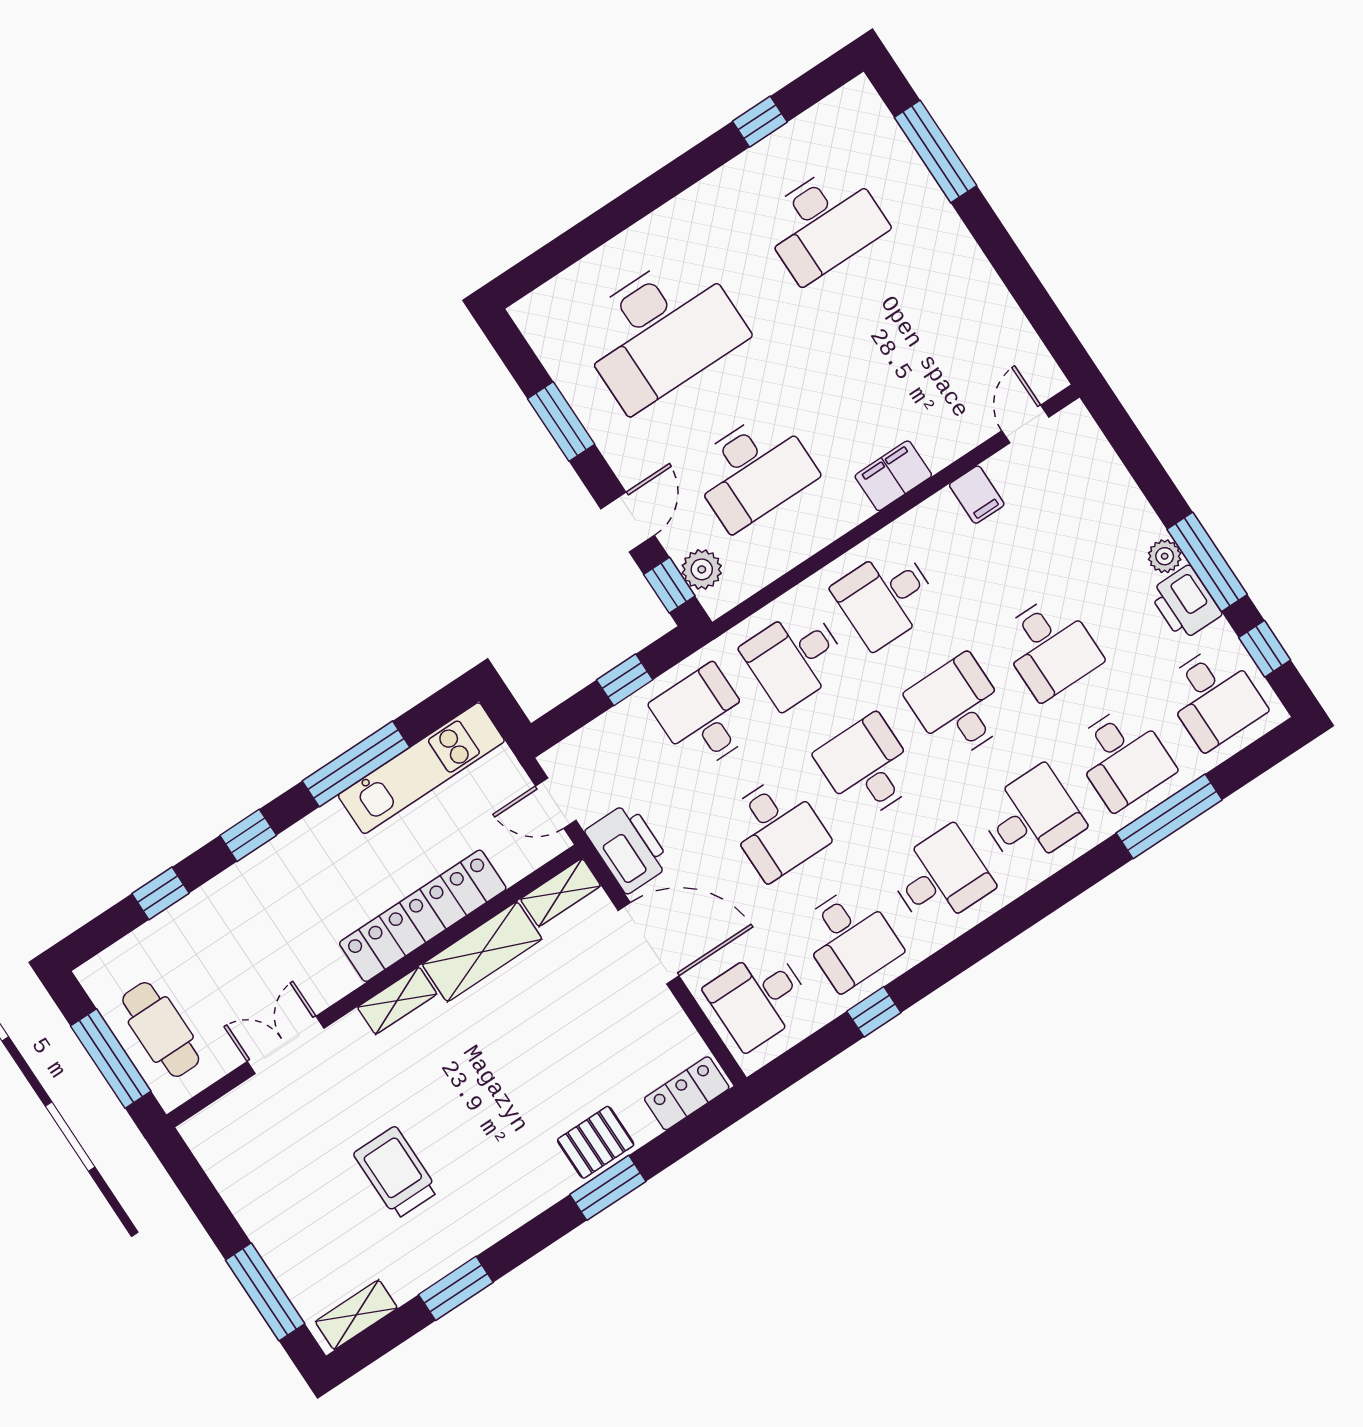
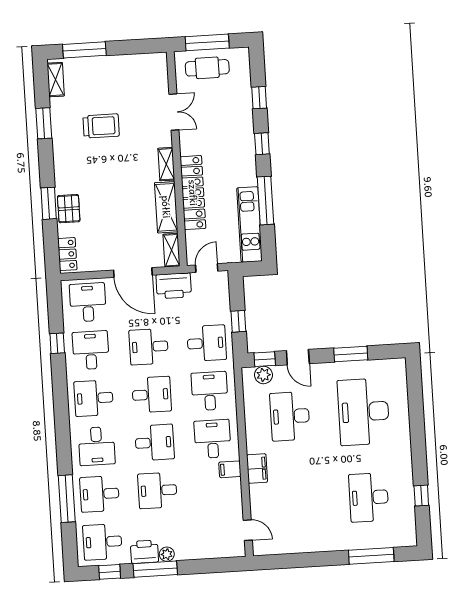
filing cabinet: (977, 495) -> (230, 469), moved
desk: (940, 878) -> (94, 398), turned 90
desk: (849, 938) -> (91, 350), turned 90
door: (649, 943) -> (133, 273), hinge flipped

